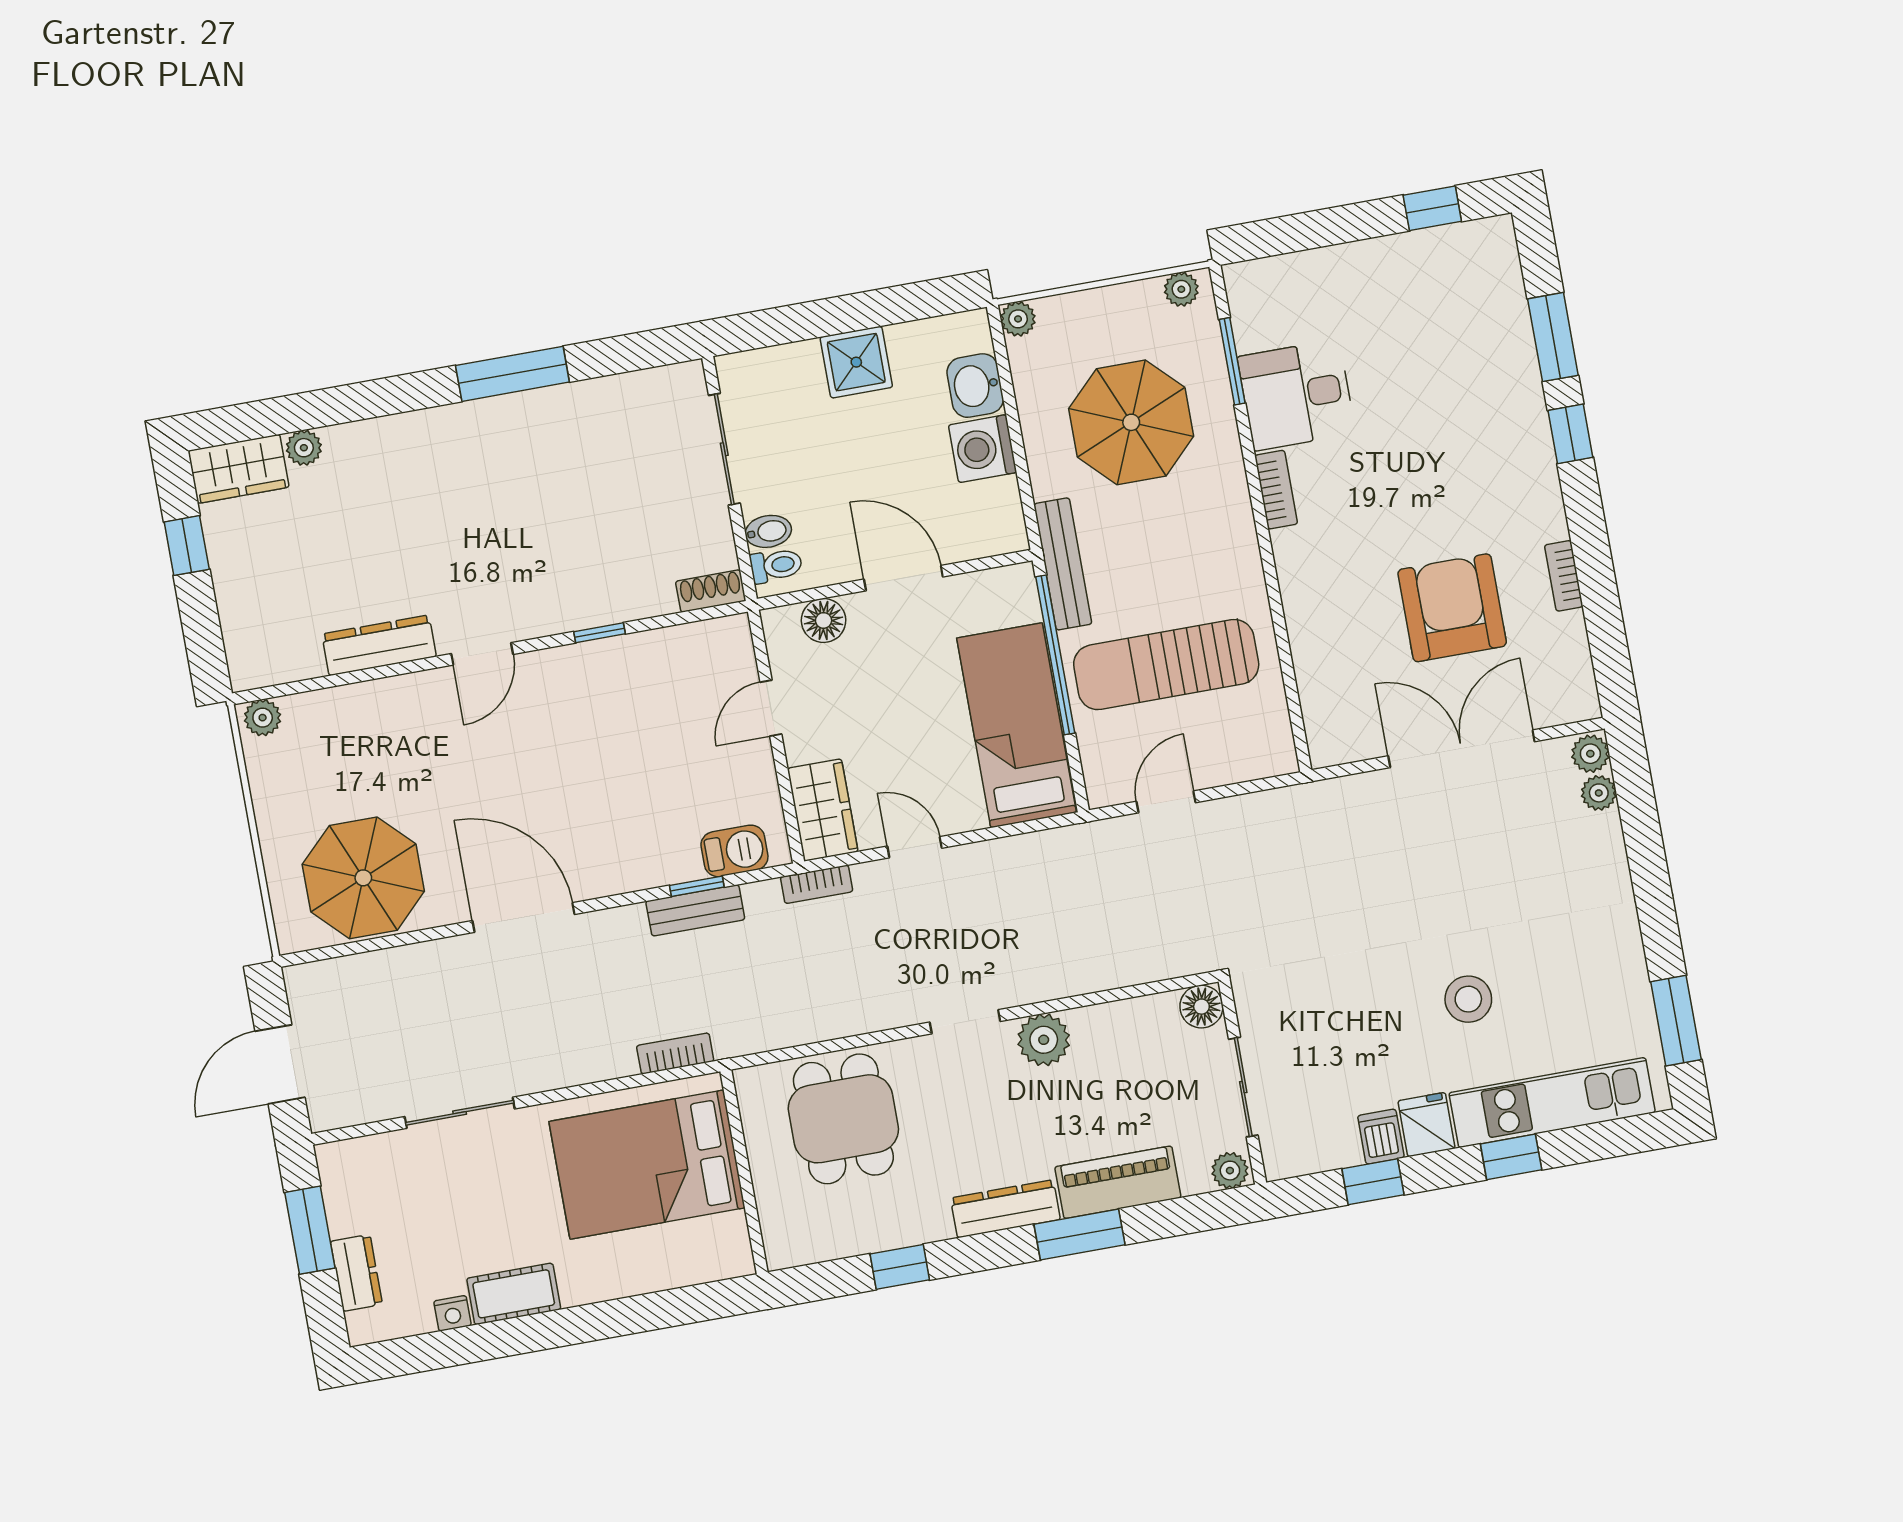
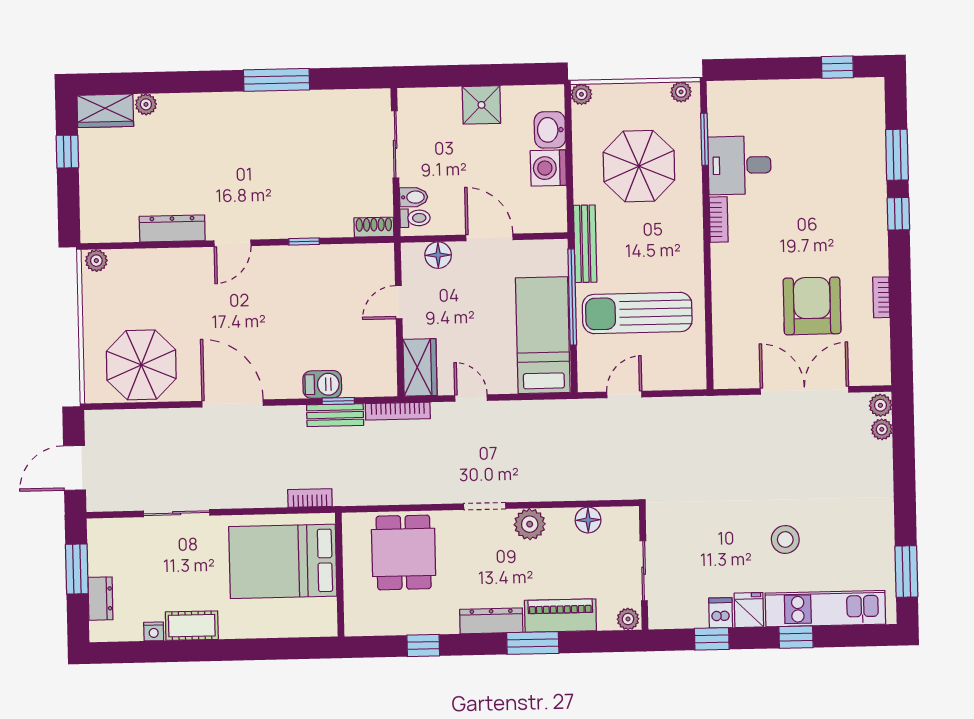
barbecue: (734, 851) -> (322, 384), moved
bookcase: (817, 884) -> (398, 411), width x1.56
floor lamp: (1201, 1007) -> (588, 520), moved

